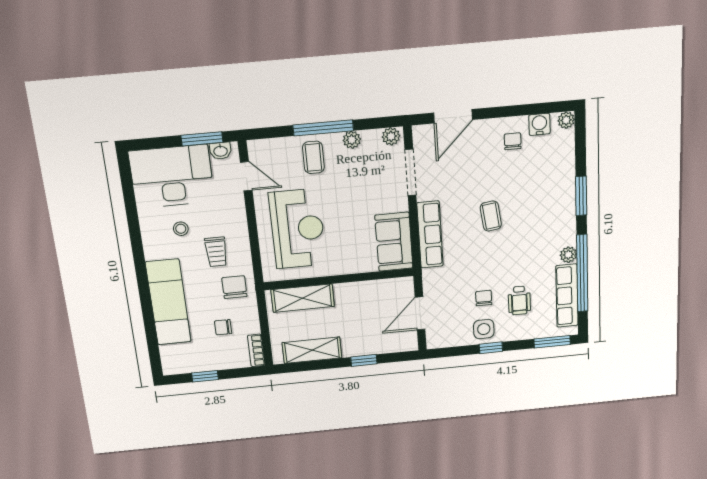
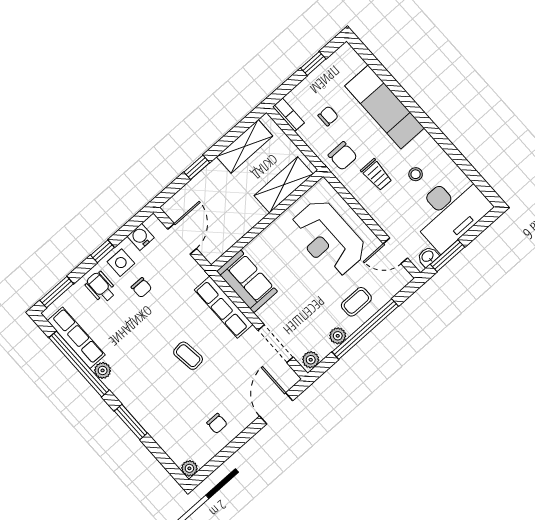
water cooler: (539, 124) -> (141, 237), moved, turned 180
window: (323, 128) -> (365, 329), width x1.46
coffee table: (313, 157) -> (356, 302), turned 90
trolley: (216, 252) -> (376, 175), turned 180
wheelchair: (519, 300) -> (101, 287), moved

